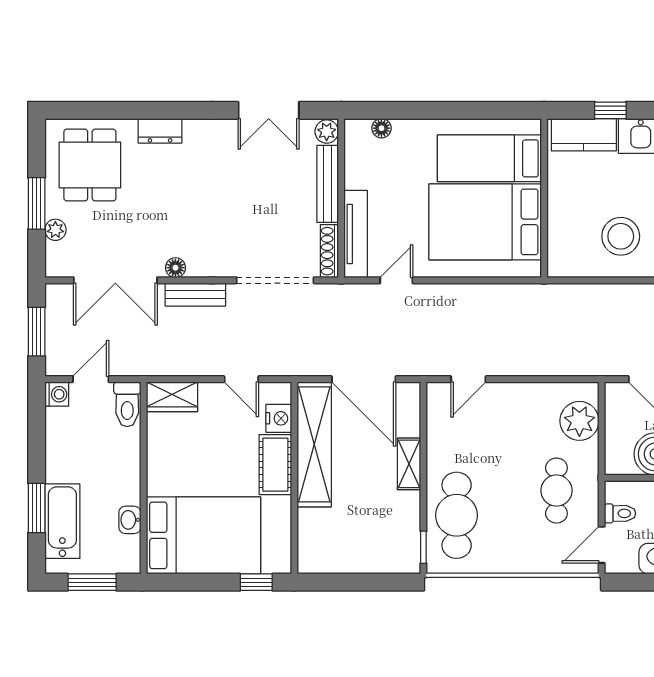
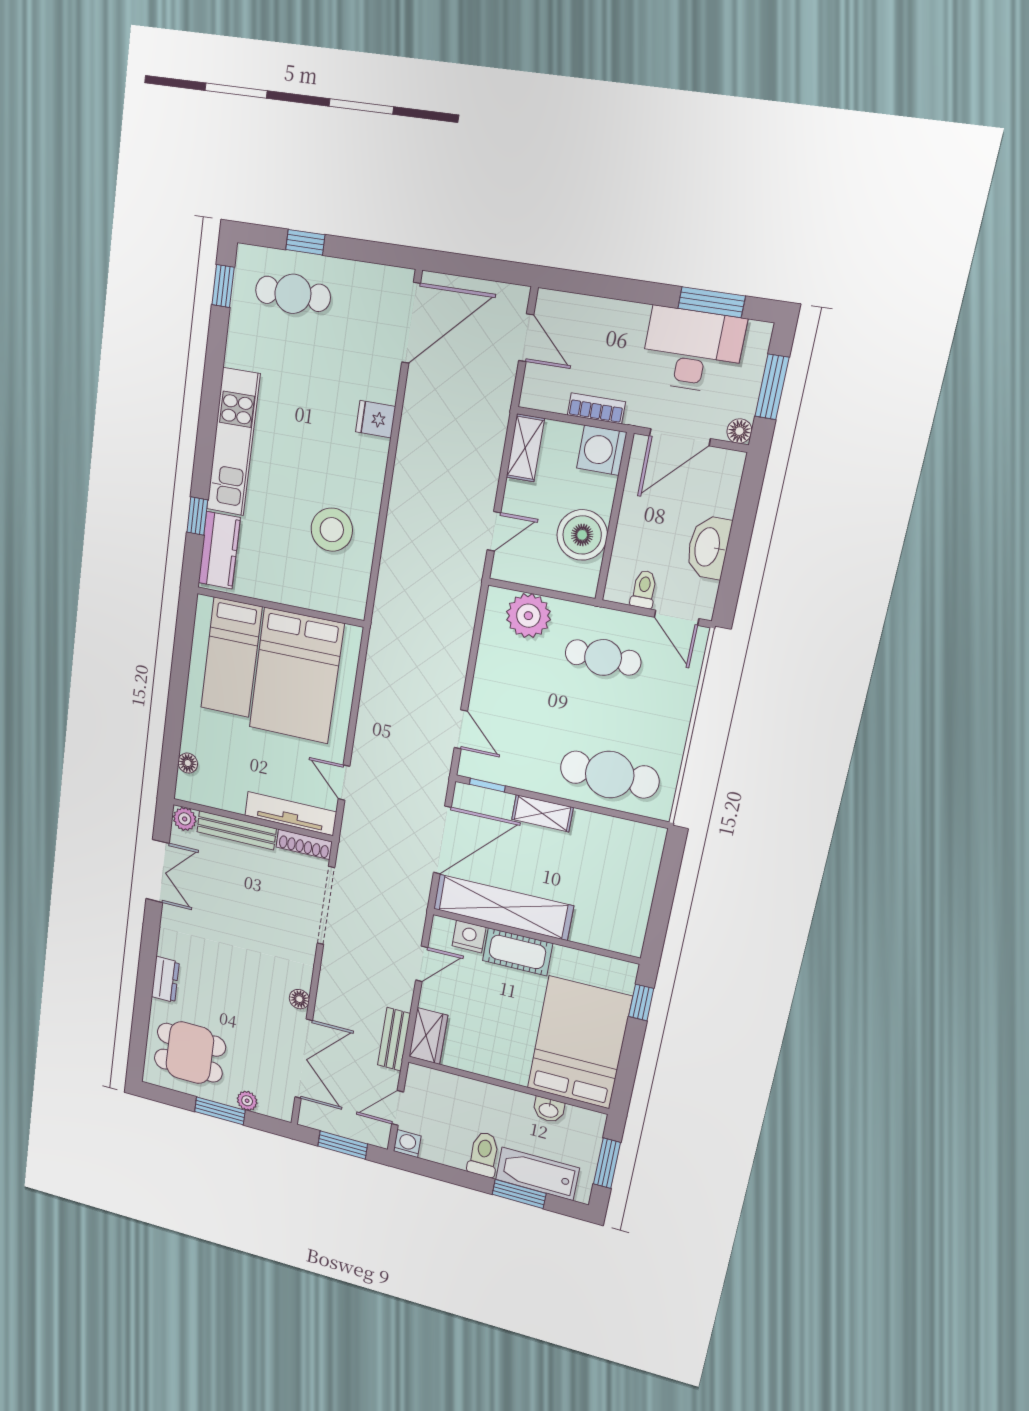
bench: (195, 295) -> (394, 1039), moved
door: (91, 379) -> (398, 1108), hinge flipped
toilet: (127, 404) -> (484, 1154), moved, turned -90
window: (423, 547) -> (487, 785), moved

